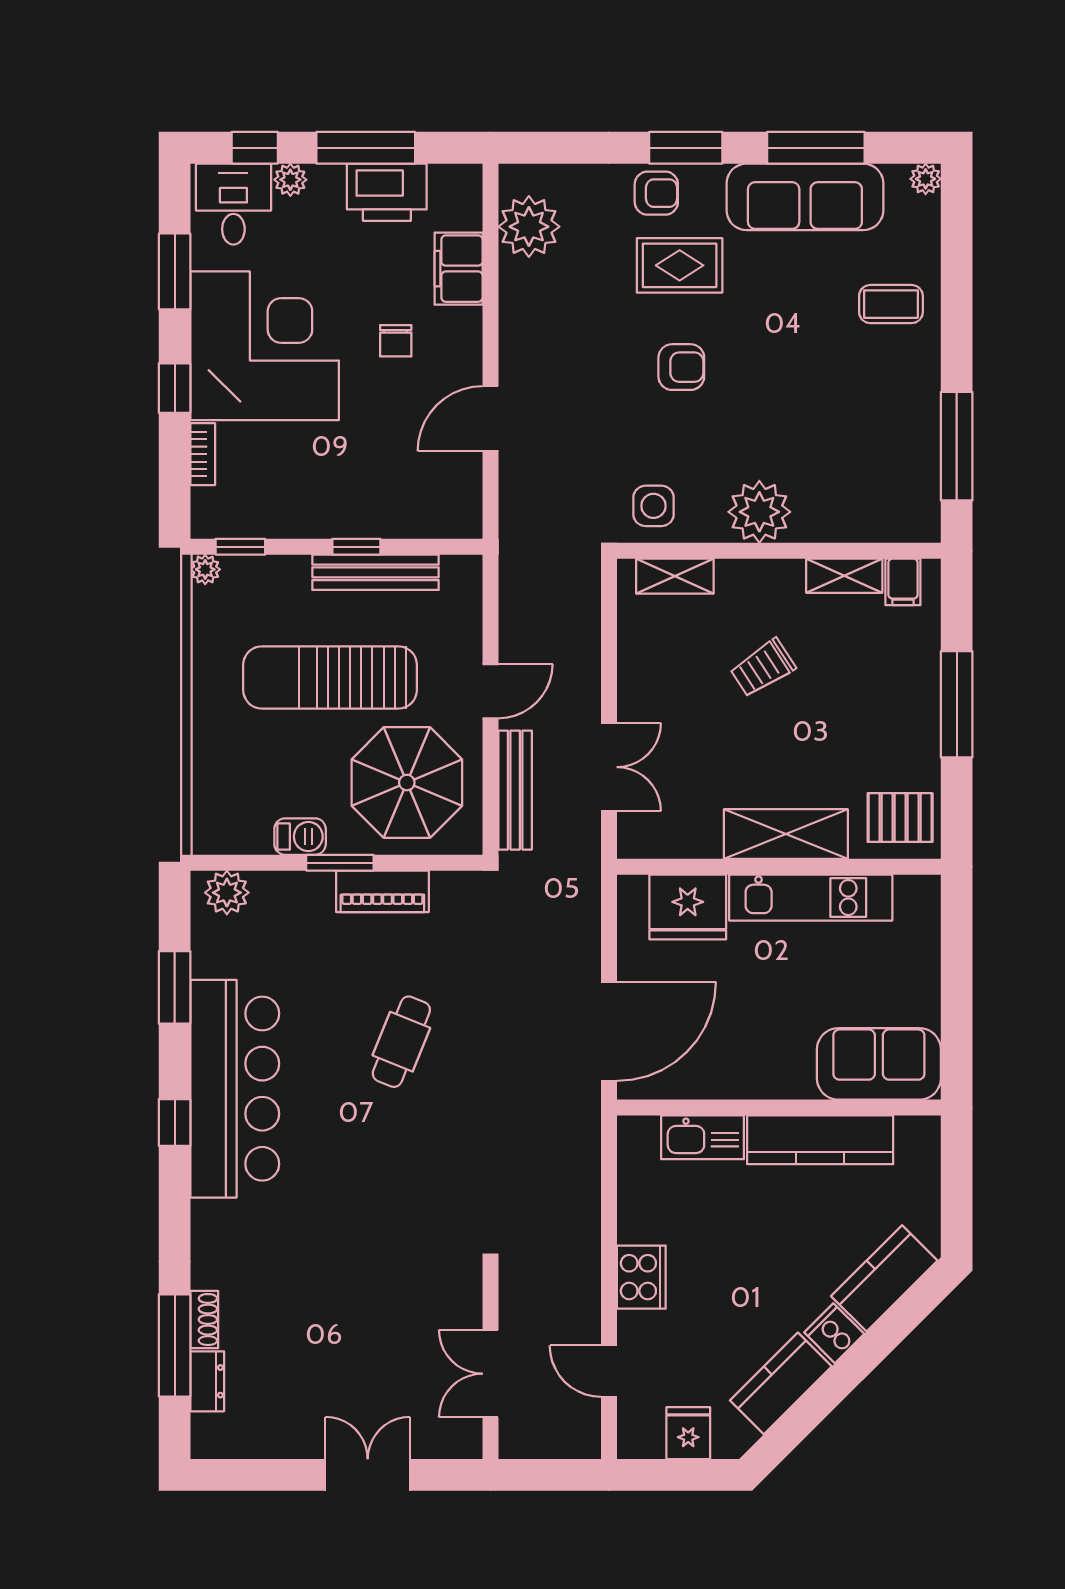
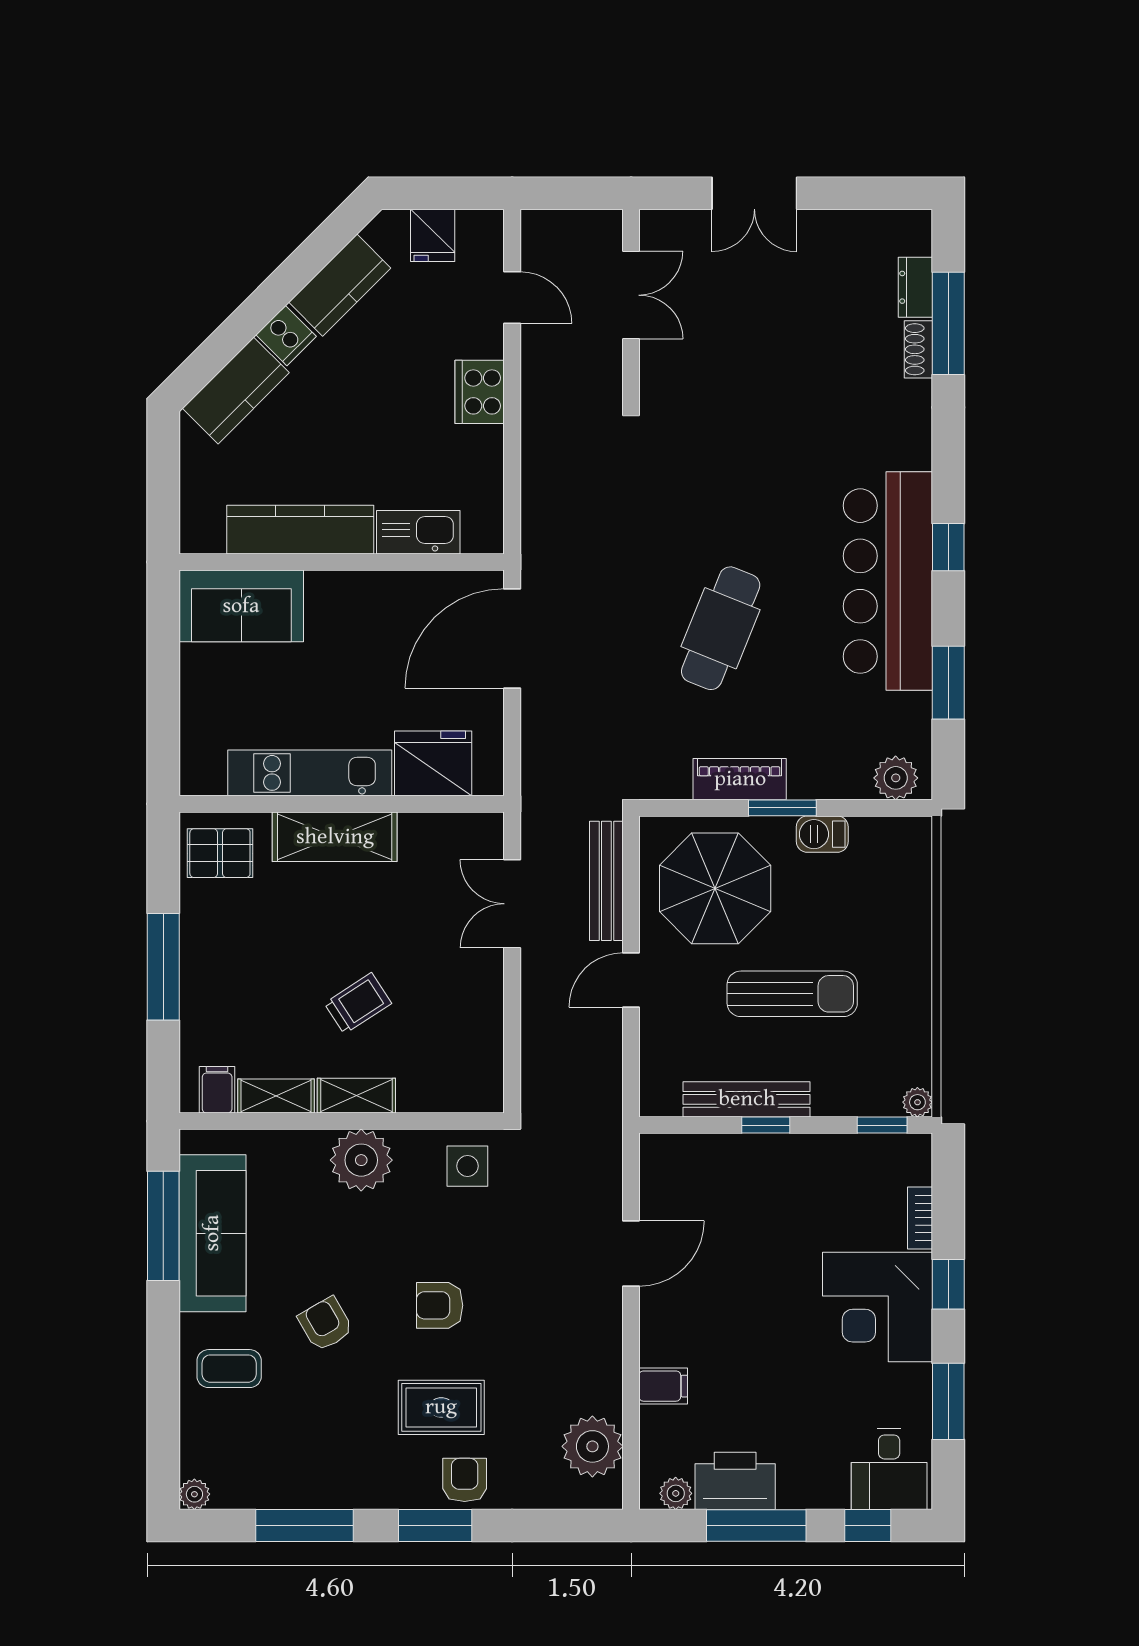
plant: (290, 180) -> (676, 1493), moved
armchair: (656, 193) -> (465, 1480), turned 90
sofa: (805, 197) -> (212, 1233), moved, turned 90
filing cabinet: (459, 269) -> (663, 1386), width x0.50
chair: (396, 341) -> (726, 1332), removed
corner desk: (265, 346) -> (878, 1307), width x0.74, depth x0.74
armchair: (795, 349) -> (325, 1324), added
shelving: (675, 576) -> (356, 1096), moved
sun lounger: (330, 677) -> (792, 994), width x0.73, depth x0.75
cafe table: (401, 1042) -> (721, 628), width x1.37, depth x1.35

